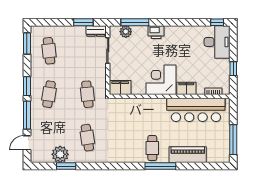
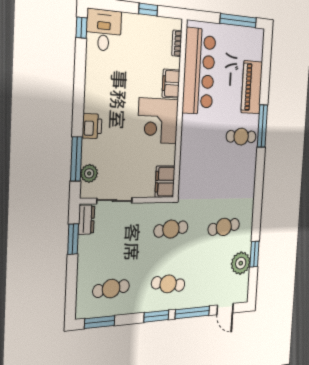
desk: (217, 42) -> (104, 30), width x0.73

